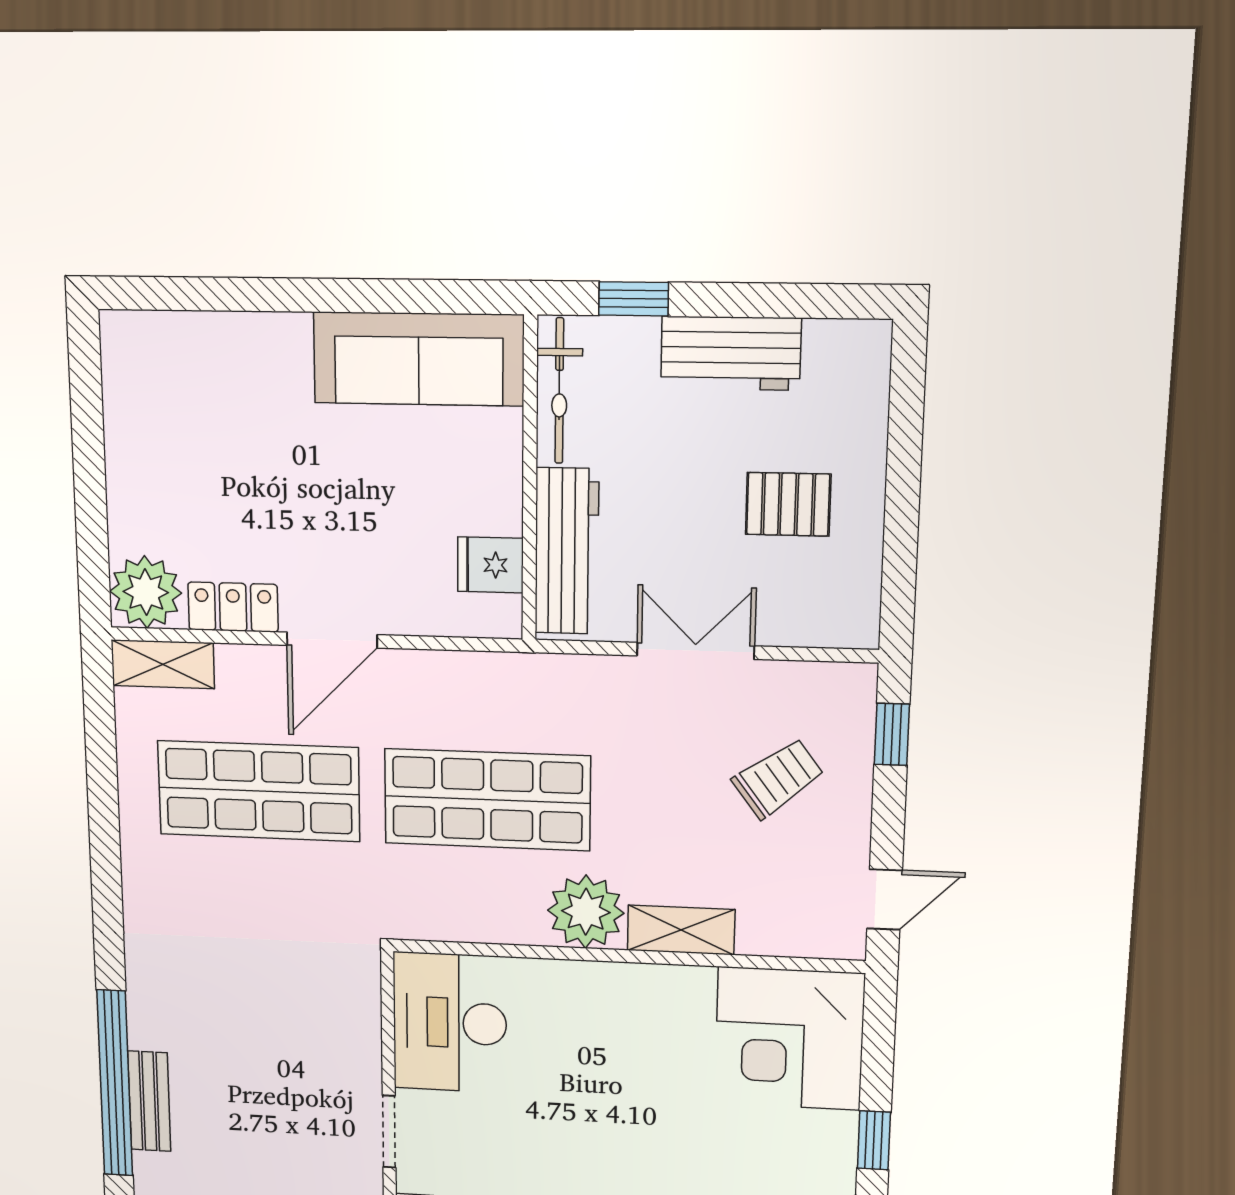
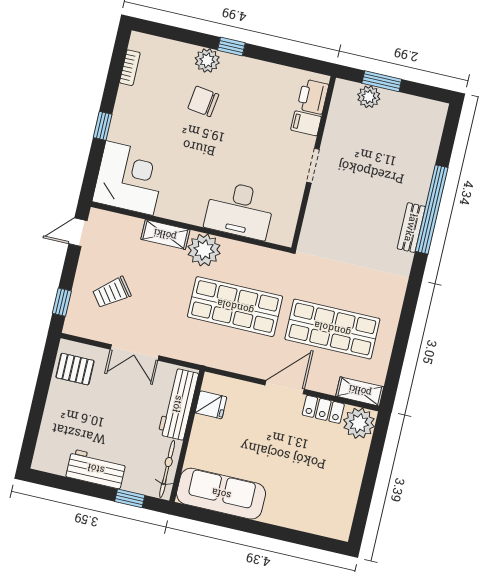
pallet: (788, 504) -> (75, 369), moved
desk: (450, 1023) -> (240, 210), moved, turned 90
bench: (149, 1101) -> (411, 228), moved

